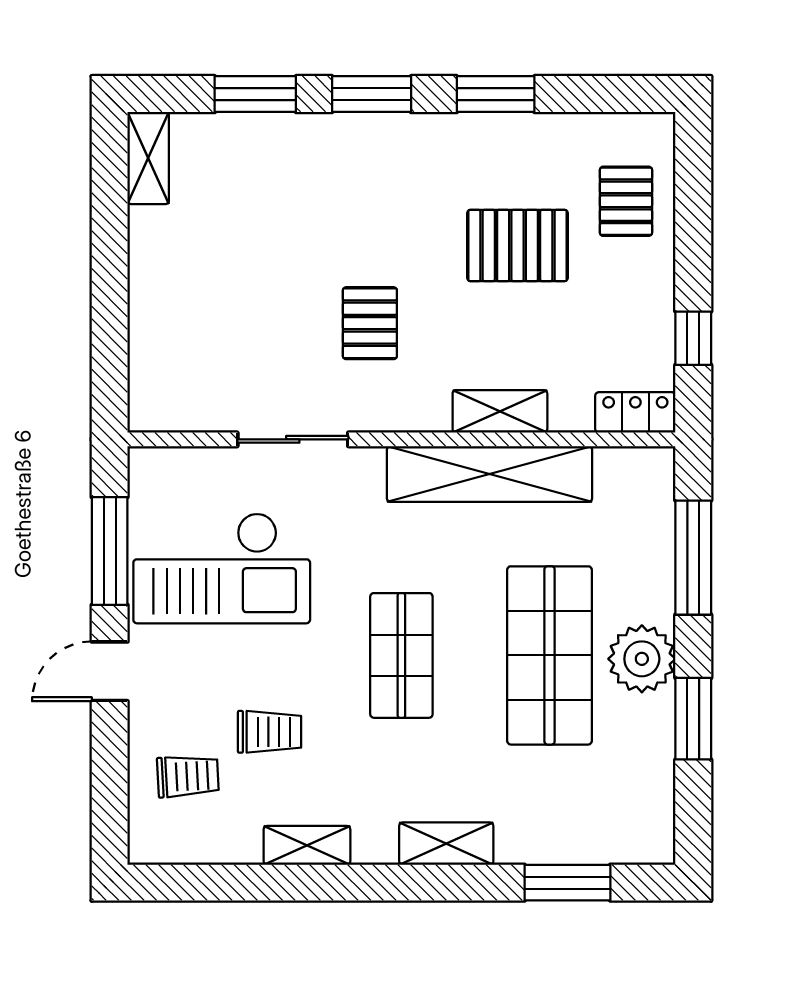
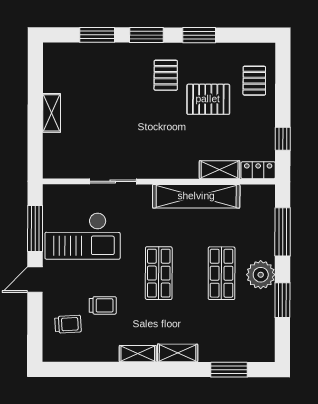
shelving: (148, 158) -> (52, 113), moved
pallet: (370, 323) -> (166, 75), moved
shelving: (500, 411) -> (220, 170), moved
shop shelf: (550, 655) -> (222, 273), width x0.70, depth x0.74
shelving: (307, 845) -> (138, 354), moved

